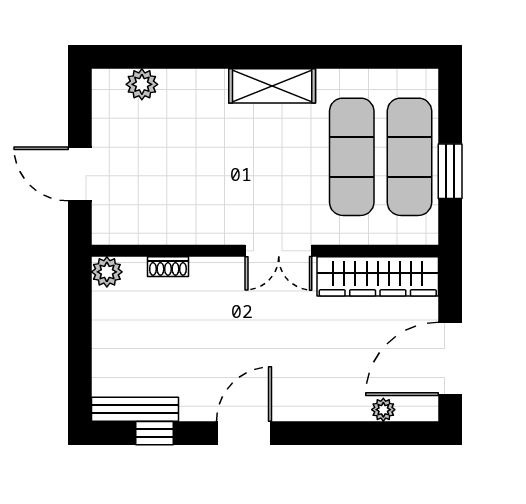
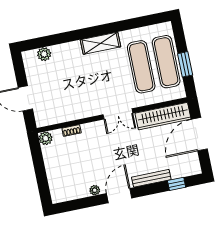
door: (450, 359) -> (199, 134), moved
bench: (135, 409) -> (151, 178), moved
plant: (383, 410) -> (95, 190), moved
window: (155, 433) -> (177, 184), moved

